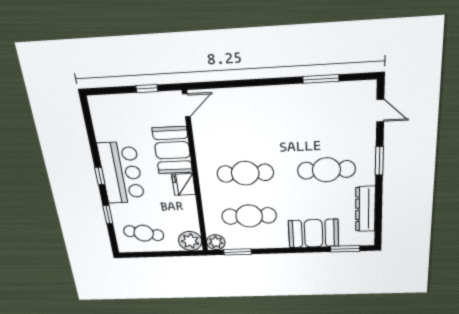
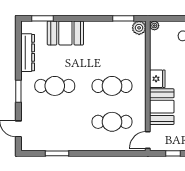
cafe table: (249, 216) -> (112, 122), moved
plant: (190, 241) -> (154, 26), width x0.53, depth x0.53

